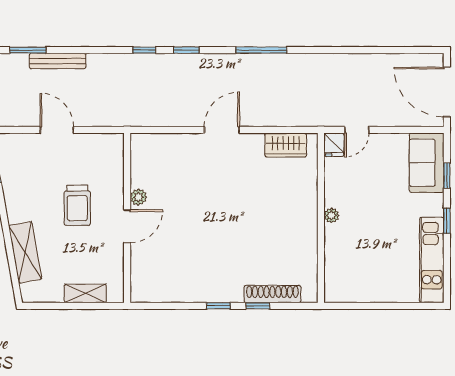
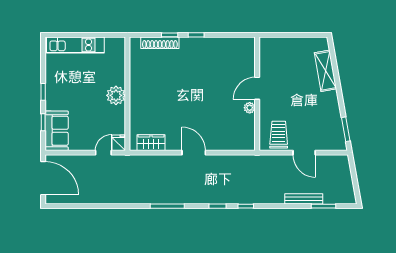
door: (222, 130) -> (194, 153), swing flipped
trolley: (77, 205) -> (279, 135), moved
plant: (331, 215) -> (116, 95), width x1.87, depth x1.87
kitchen unit: (432, 260) -> (75, 45), moved, turned 90
shelving: (85, 293) -> (285, 43), removed

